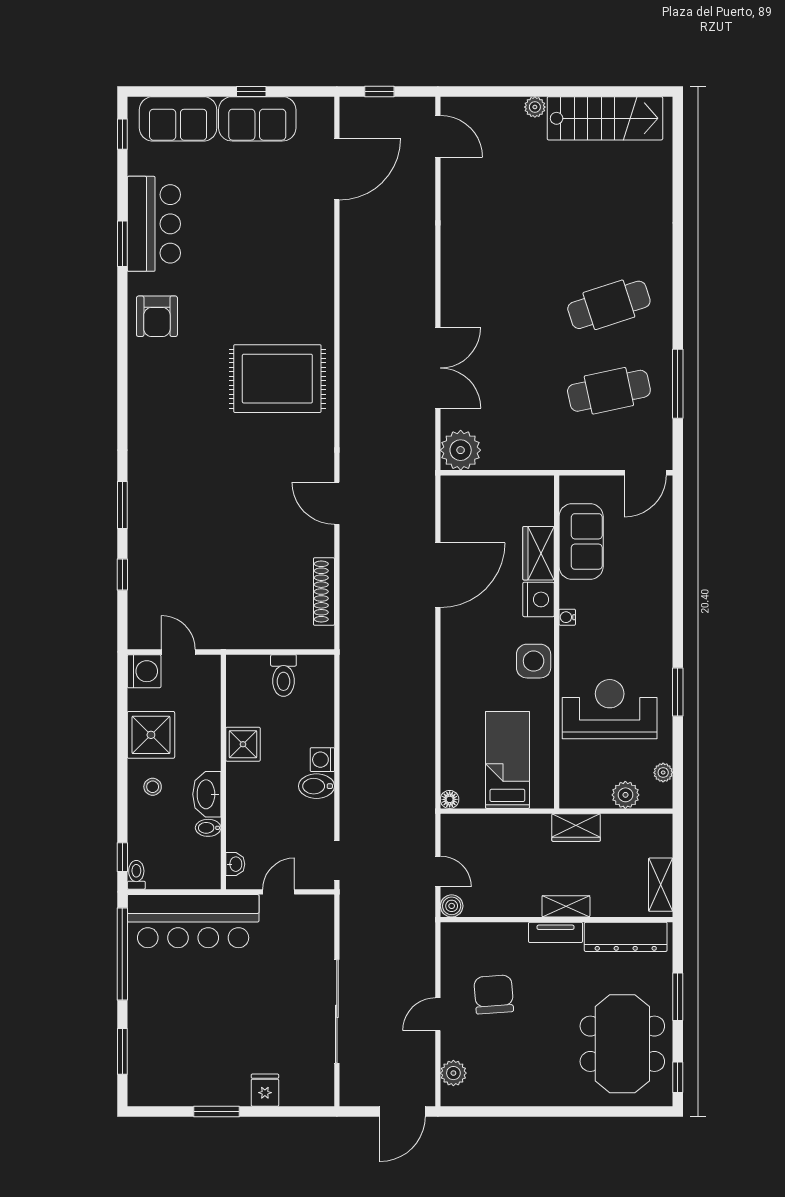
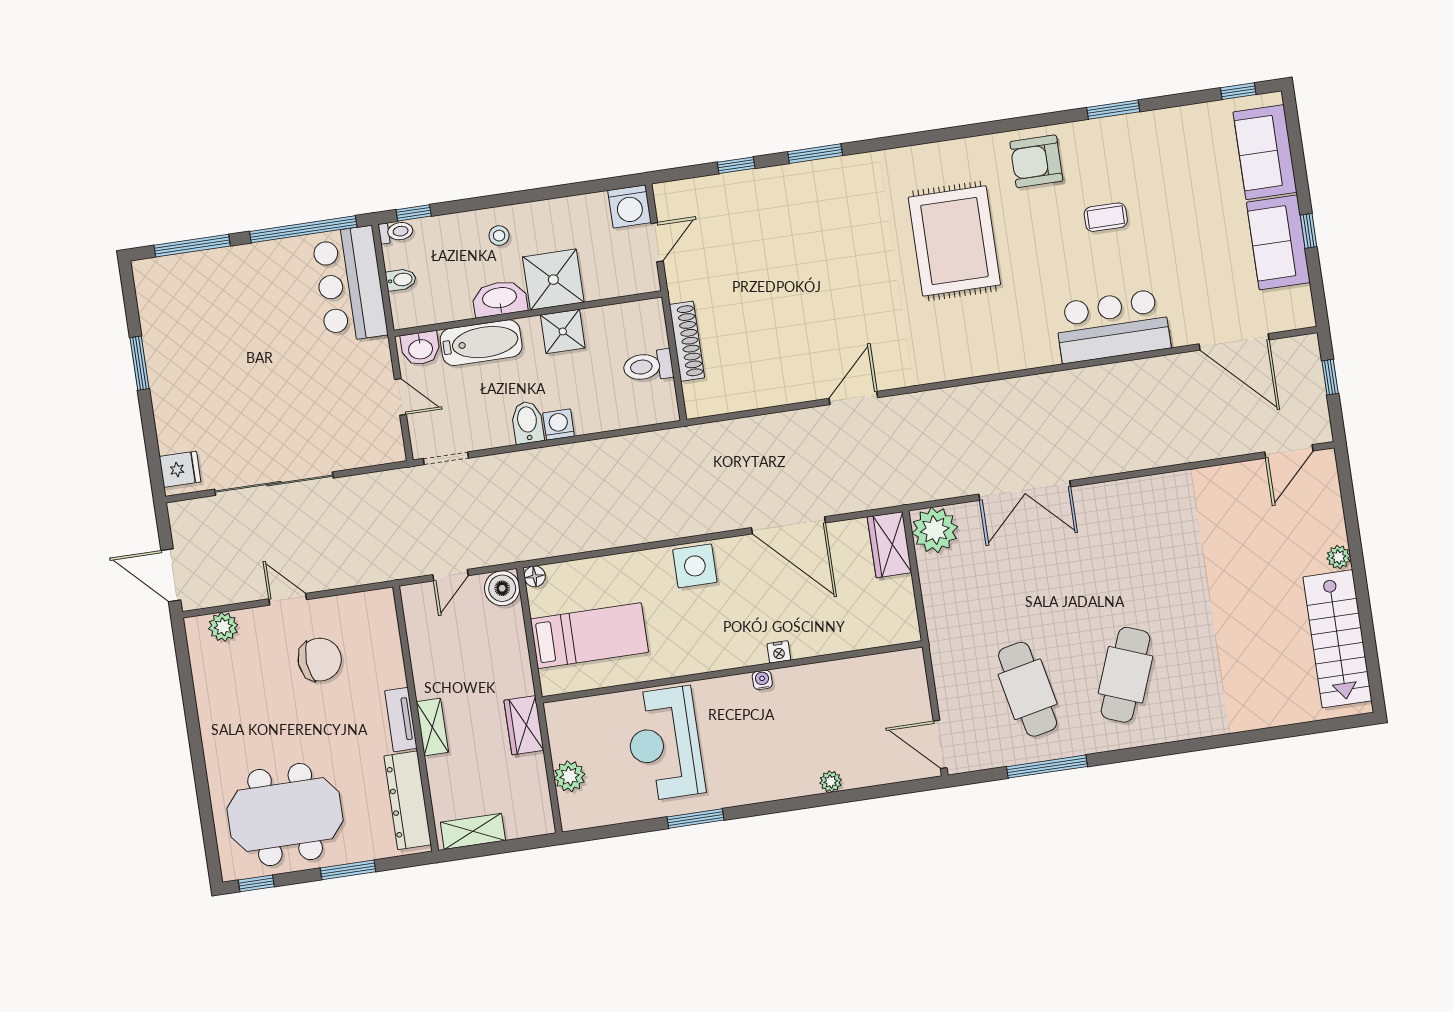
bar counter: (154, 224) -> (1113, 326), moved, turned 180
coffee table: (214, 264) -> (1106, 217), added
cafe table: (609, 305) -> (1125, 675), turned 39
rug: (277, 379) -> (954, 241), moved
sofa: (581, 541) -> (851, 683), removed
wardrobe: (538, 553) -> (889, 545), moved, turned -90
shoe rack: (324, 592) -> (687, 341), moved, turned 90
nightstand: (539, 599) -> (779, 652), width x0.53, depth x0.56
side table: (534, 661) -> (695, 566), moved
reception desk: (610, 709) -> (664, 744), turned 180
shower: (151, 735) -> (553, 280), moved
plant: (663, 773) -> (831, 782), moved
bathtub: (242, 816) -> (481, 343), added
bidet: (208, 828) -> (401, 280), moved, turned 90
washbasin: (235, 864) -> (420, 348), width x1.38, depth x1.45
boiler: (452, 906) -> (502, 588), moved, width x1.36, depth x1.36
bar counter: (193, 921) -> (350, 284), width x0.73
window: (122, 1051) -> (192, 246), width x1.44
fridge: (265, 1090) -> (180, 469), moved

